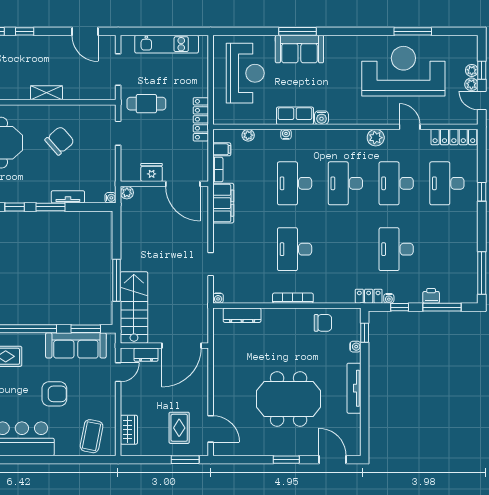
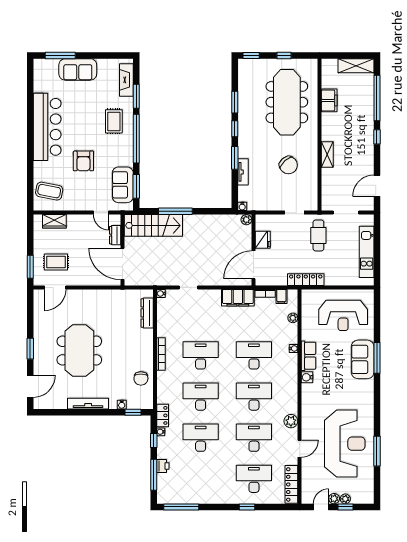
desk: (345, 249) -> (201, 397), added
sofa: (76, 345) -> (123, 185), width x0.73

